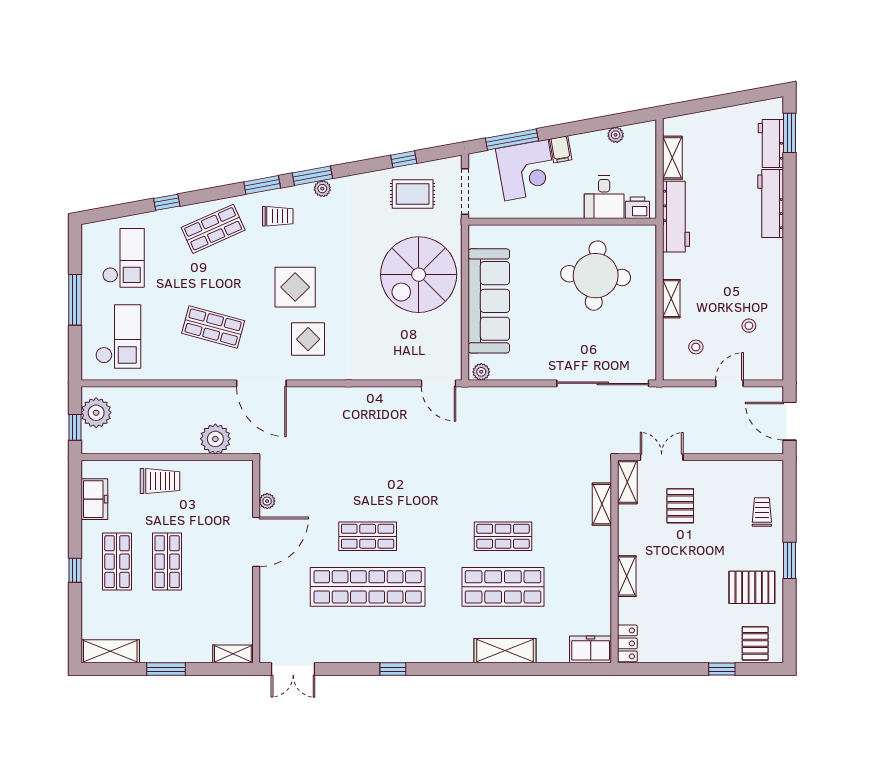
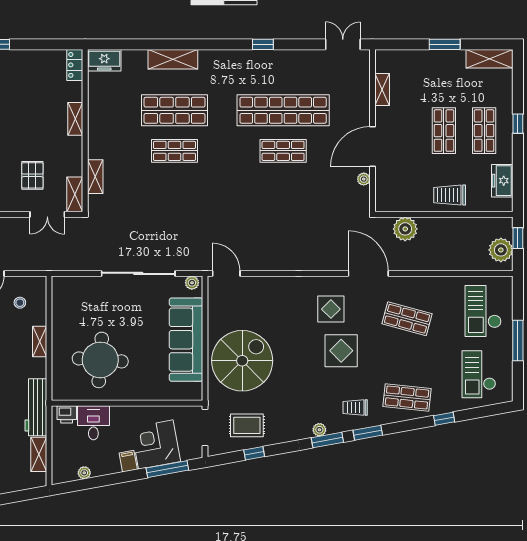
shop shelf: (213, 229) -> (407, 397), turned 30
sliding door: (603, 383) -> (138, 273), moved
shelving: (233, 654) -> (382, 90), moved, turned 90

